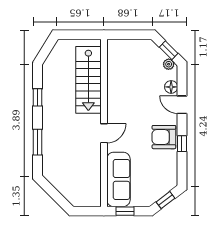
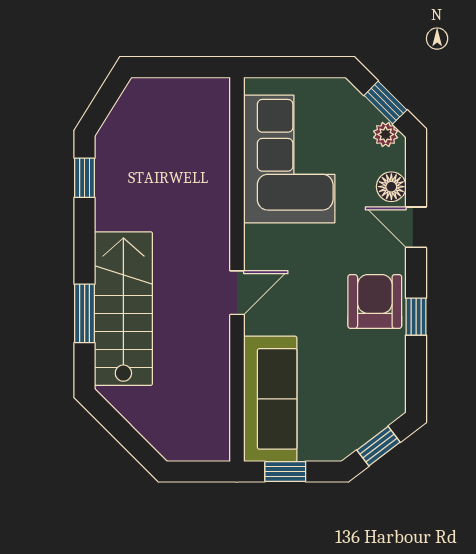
corner sofa: (127, 75) -> (289, 159), added
stairs: (88, 80) -> (123, 309), moved, turned 180
window: (37, 97) -> (85, 178), moved
armchair: (164, 137) -> (375, 301), turned 90

